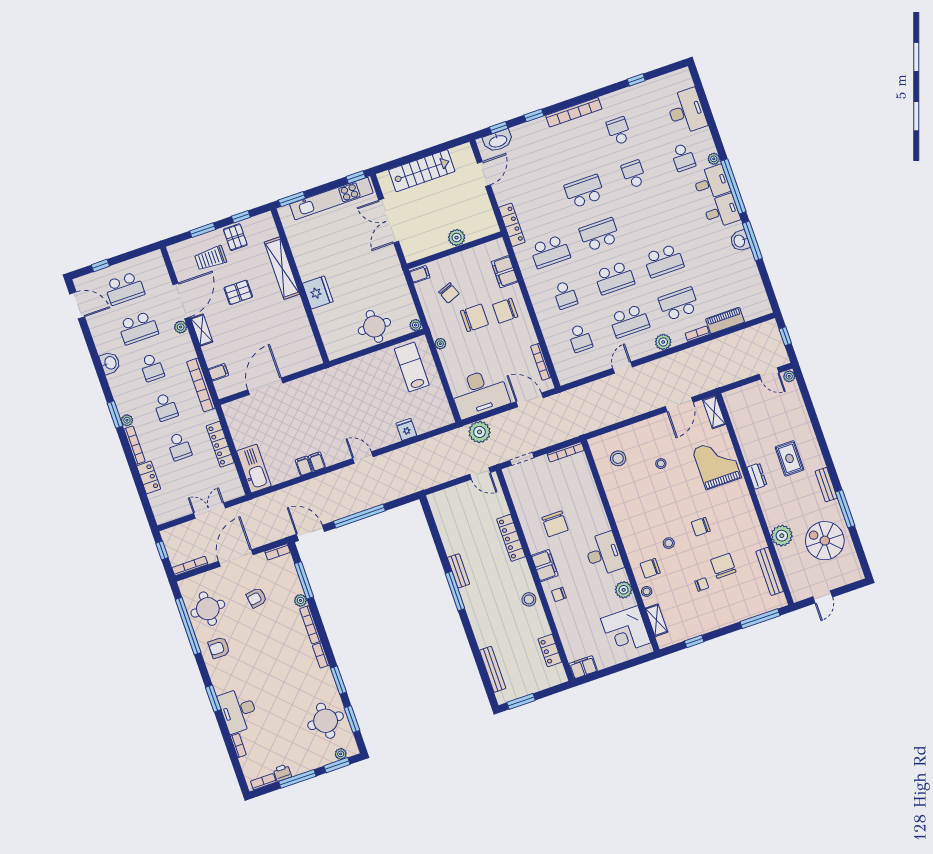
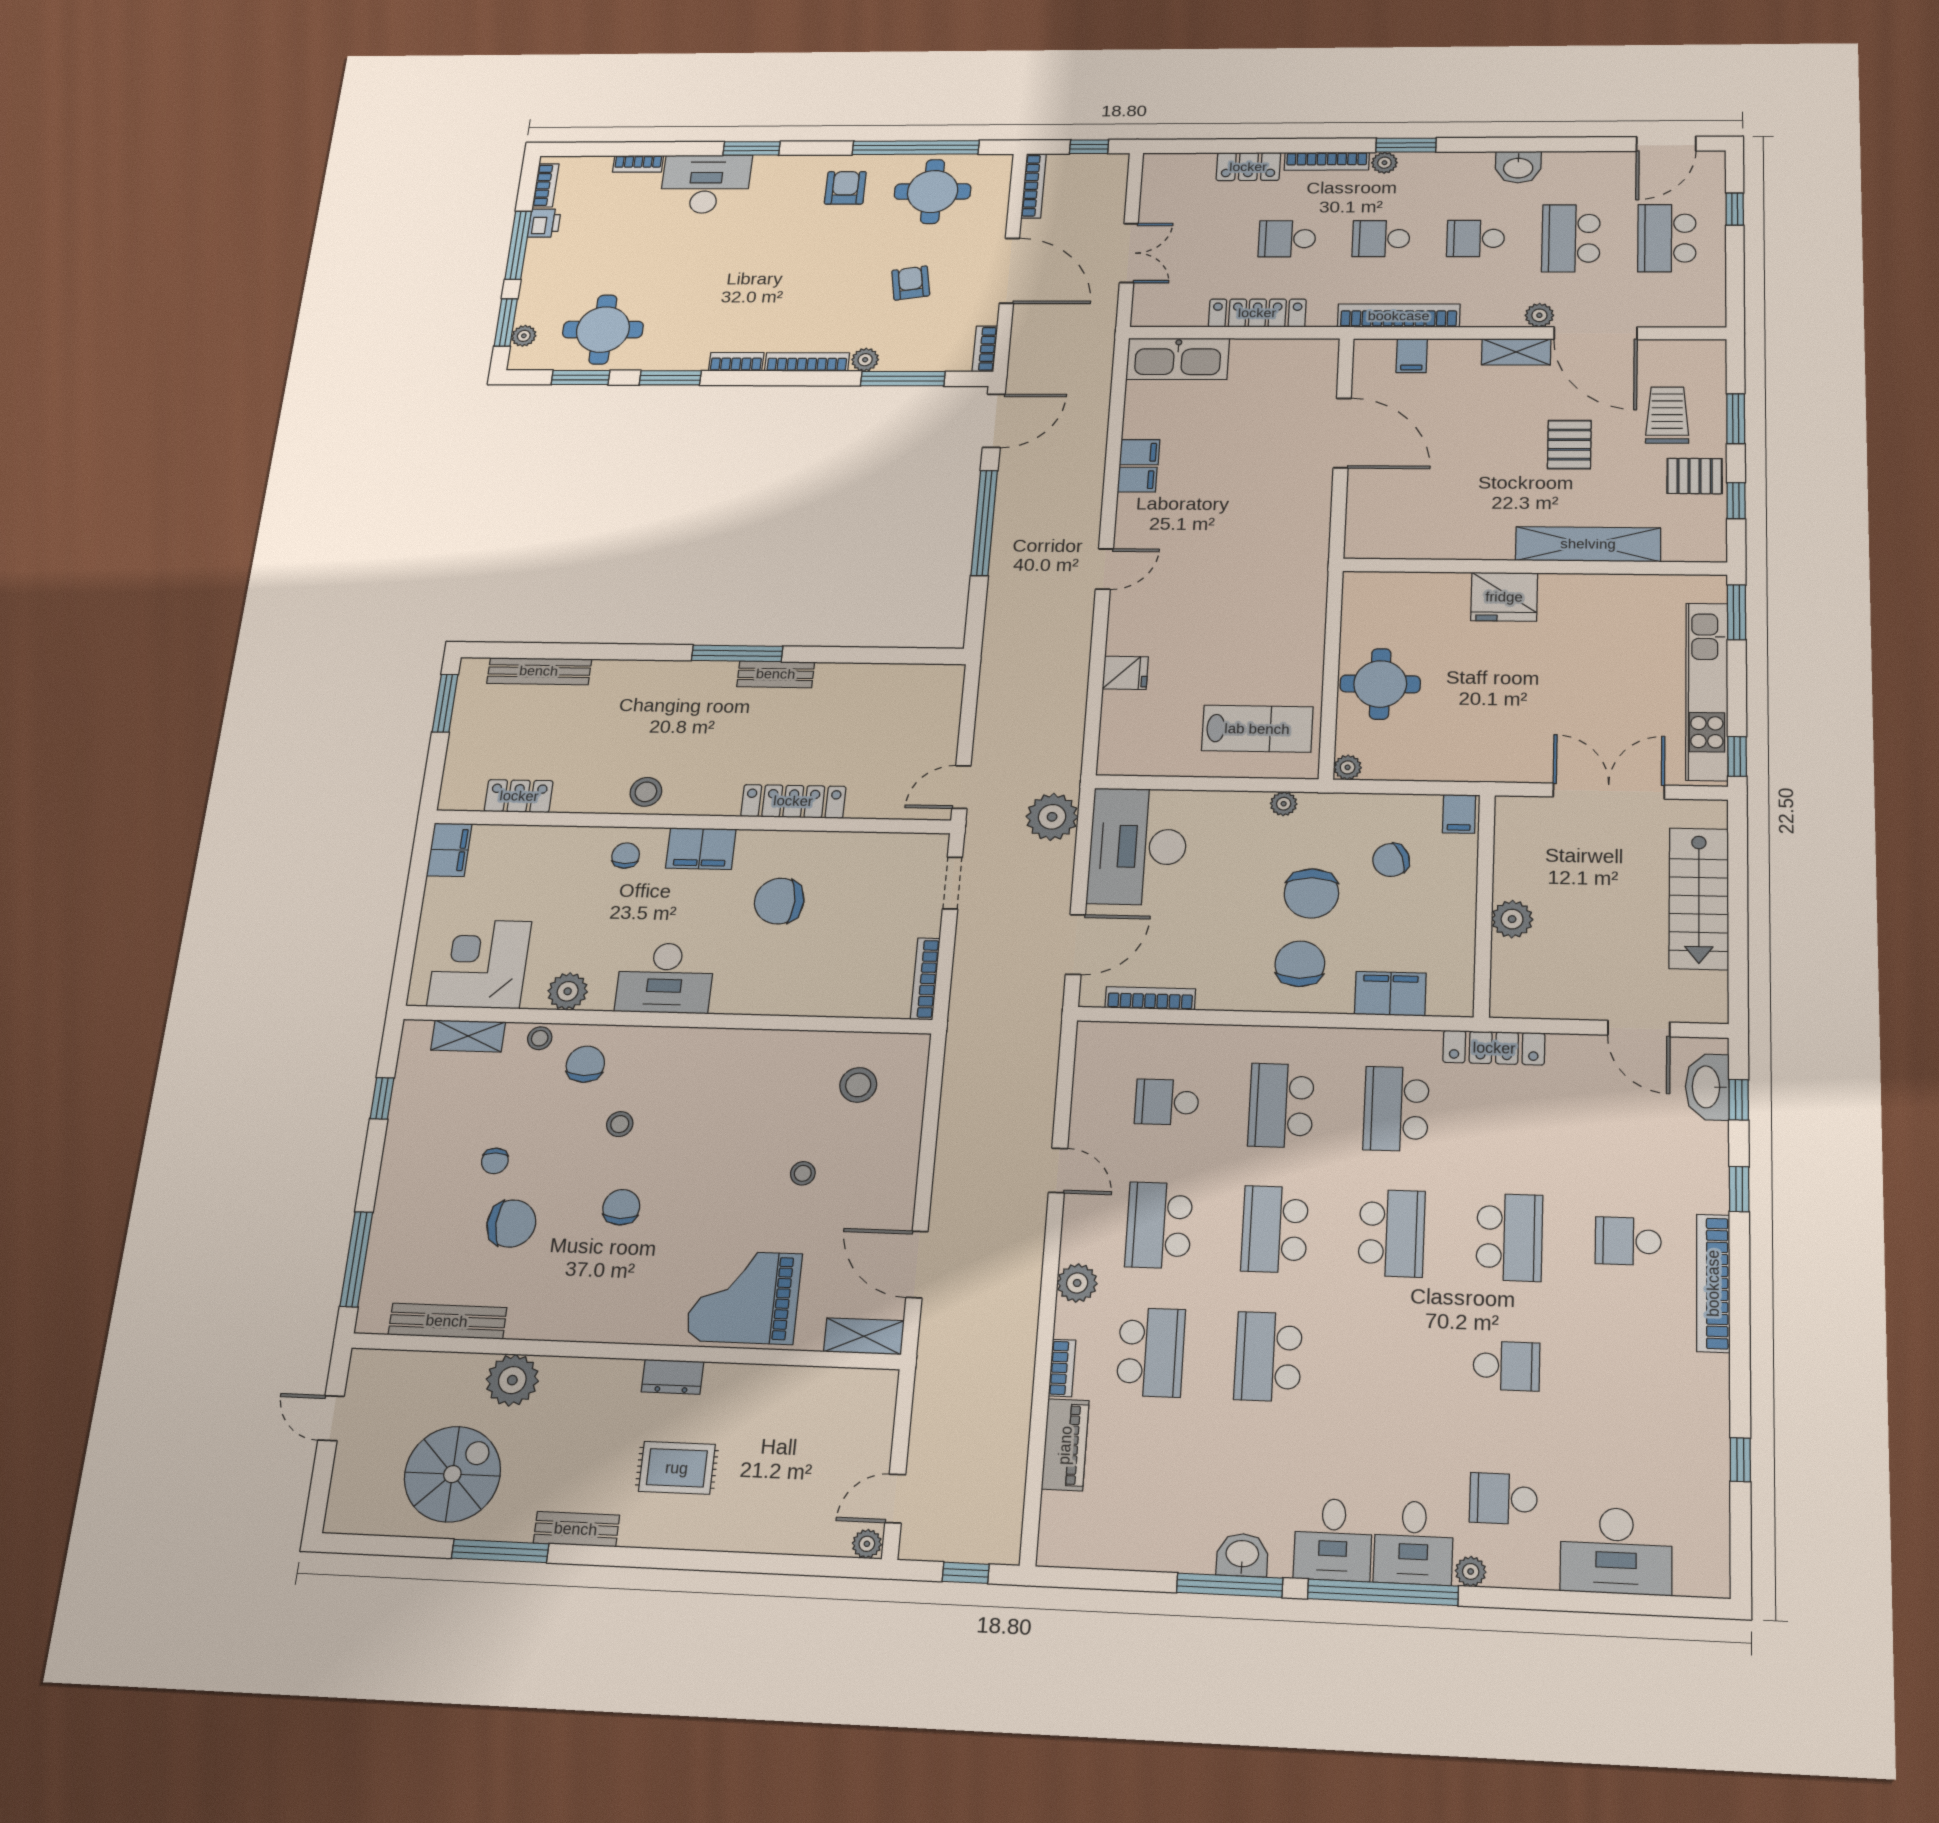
school desk: (619, 131) -> (1628, 1241), moved, turned 180
school desk: (565, 295) -> (1281, 1105), width x1.85
grand piano: (717, 464) -> (744, 1297), turned 180

